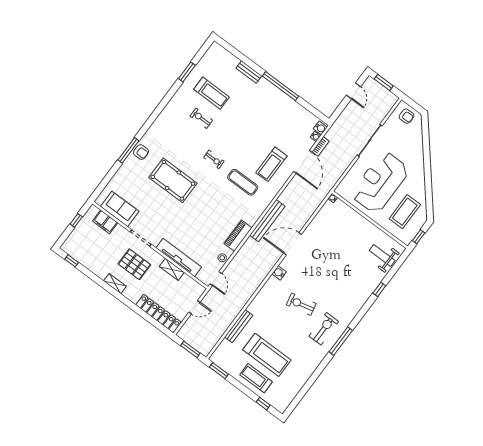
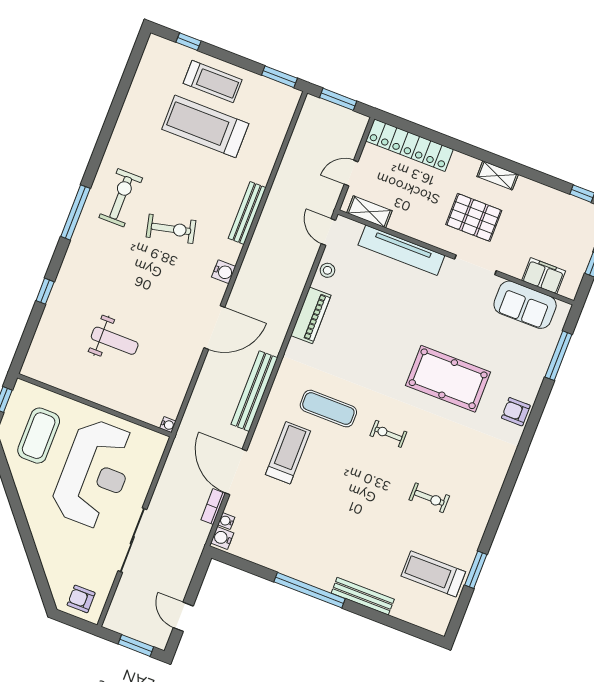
bench: (249, 72) -> (363, 596), width x1.36
treadmill: (212, 93) -> (433, 574), moved
window: (128, 150) -> (558, 356), moved
bench: (267, 221) -> (254, 391), moved
weight bench: (382, 256) -> (115, 341), moved
shelving: (172, 269) -> (369, 212), moved
bench: (239, 326) -> (247, 213), moved
exercise bike: (324, 329) -> (121, 198), turned 180
window: (341, 341) -> (75, 212), moved

